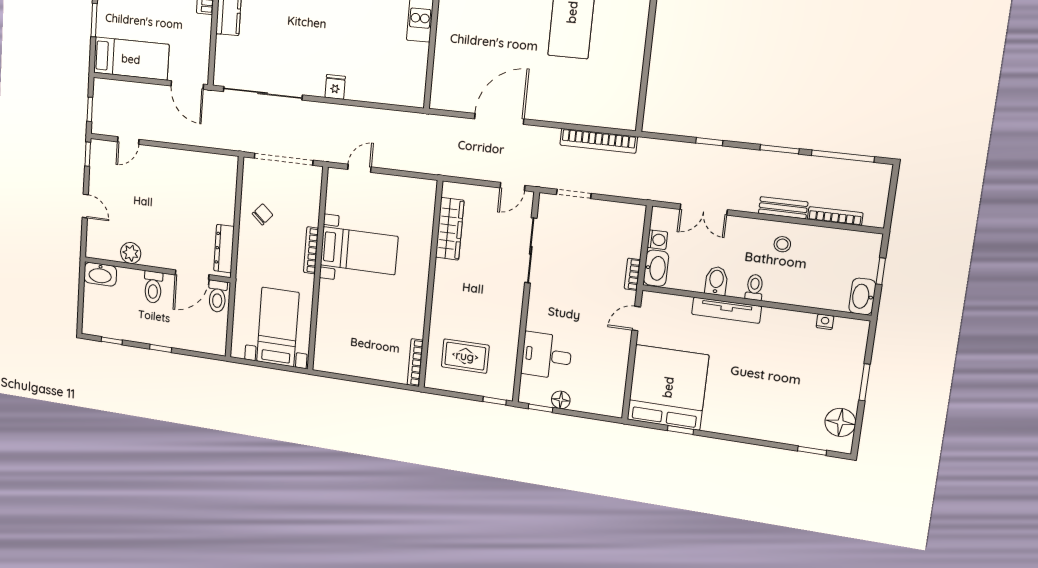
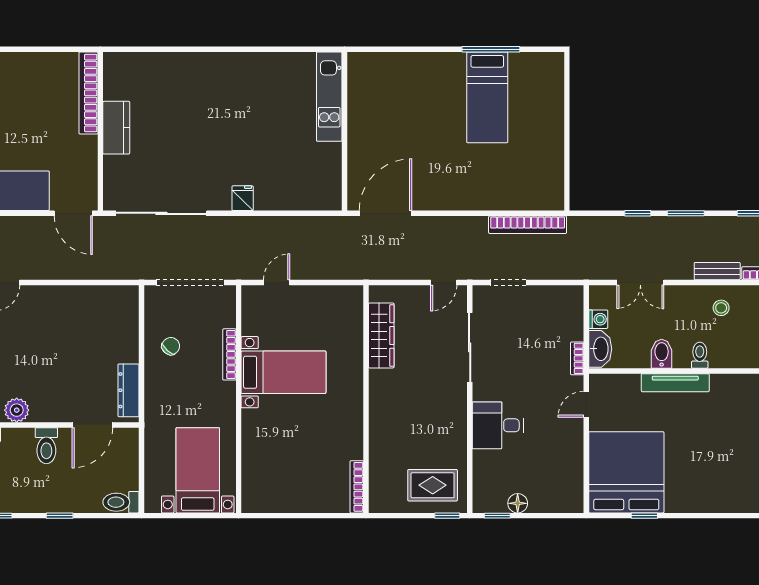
door: (499, 119) -> (385, 213), moved
window: (779, 149) -> (686, 213), moved
bookcase: (311, 250) -> (229, 354), moved
toilet: (217, 296) -> (121, 502), moved, turned 90
rug: (465, 356) -> (433, 485), moved
desk: (546, 356) -> (498, 425), moved

